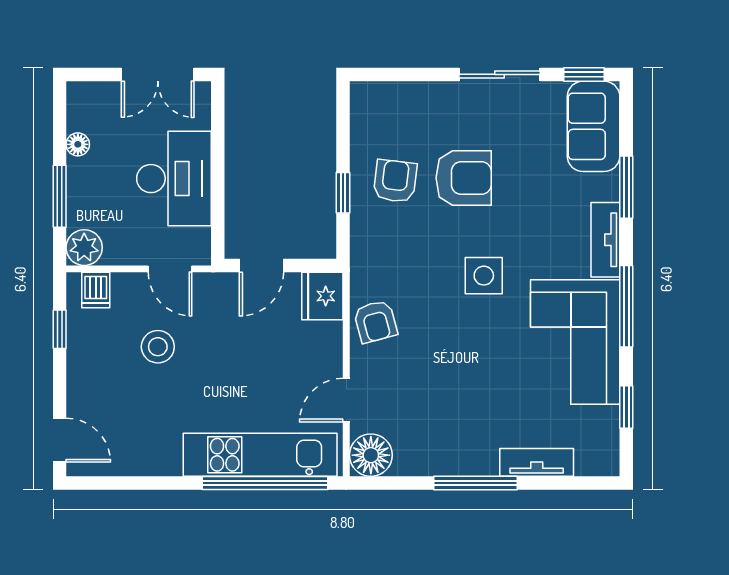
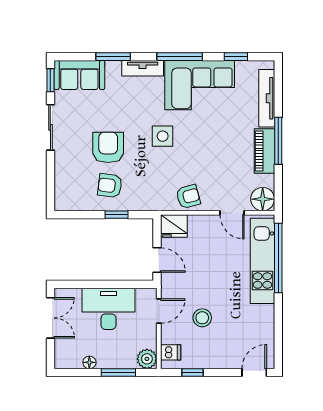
piano: (457, 458) -> (264, 151), added
tv unit: (537, 462) -> (267, 98), width x1.41

